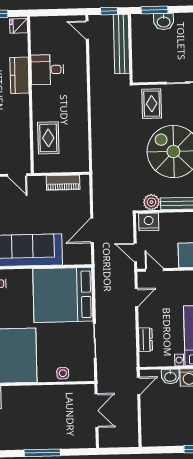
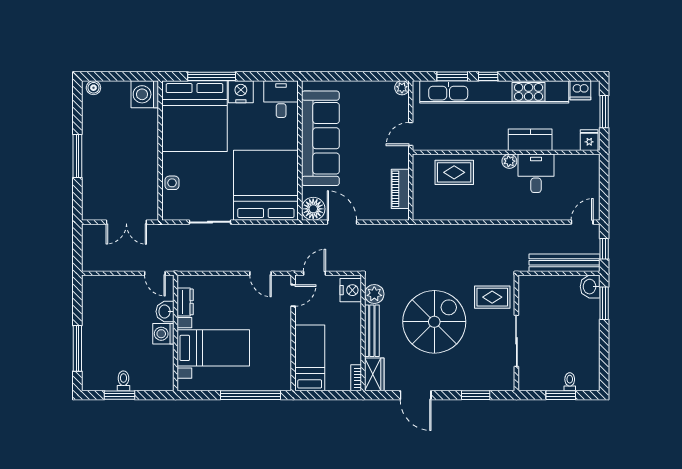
washbasin: (164, 22) -> (590, 287), moved
plant: (38, 92) -> (509, 161), added
floor lamp: (82, 255) -> (313, 209), added
dresser: (146, 340) -> (185, 302), moved, turned -90

